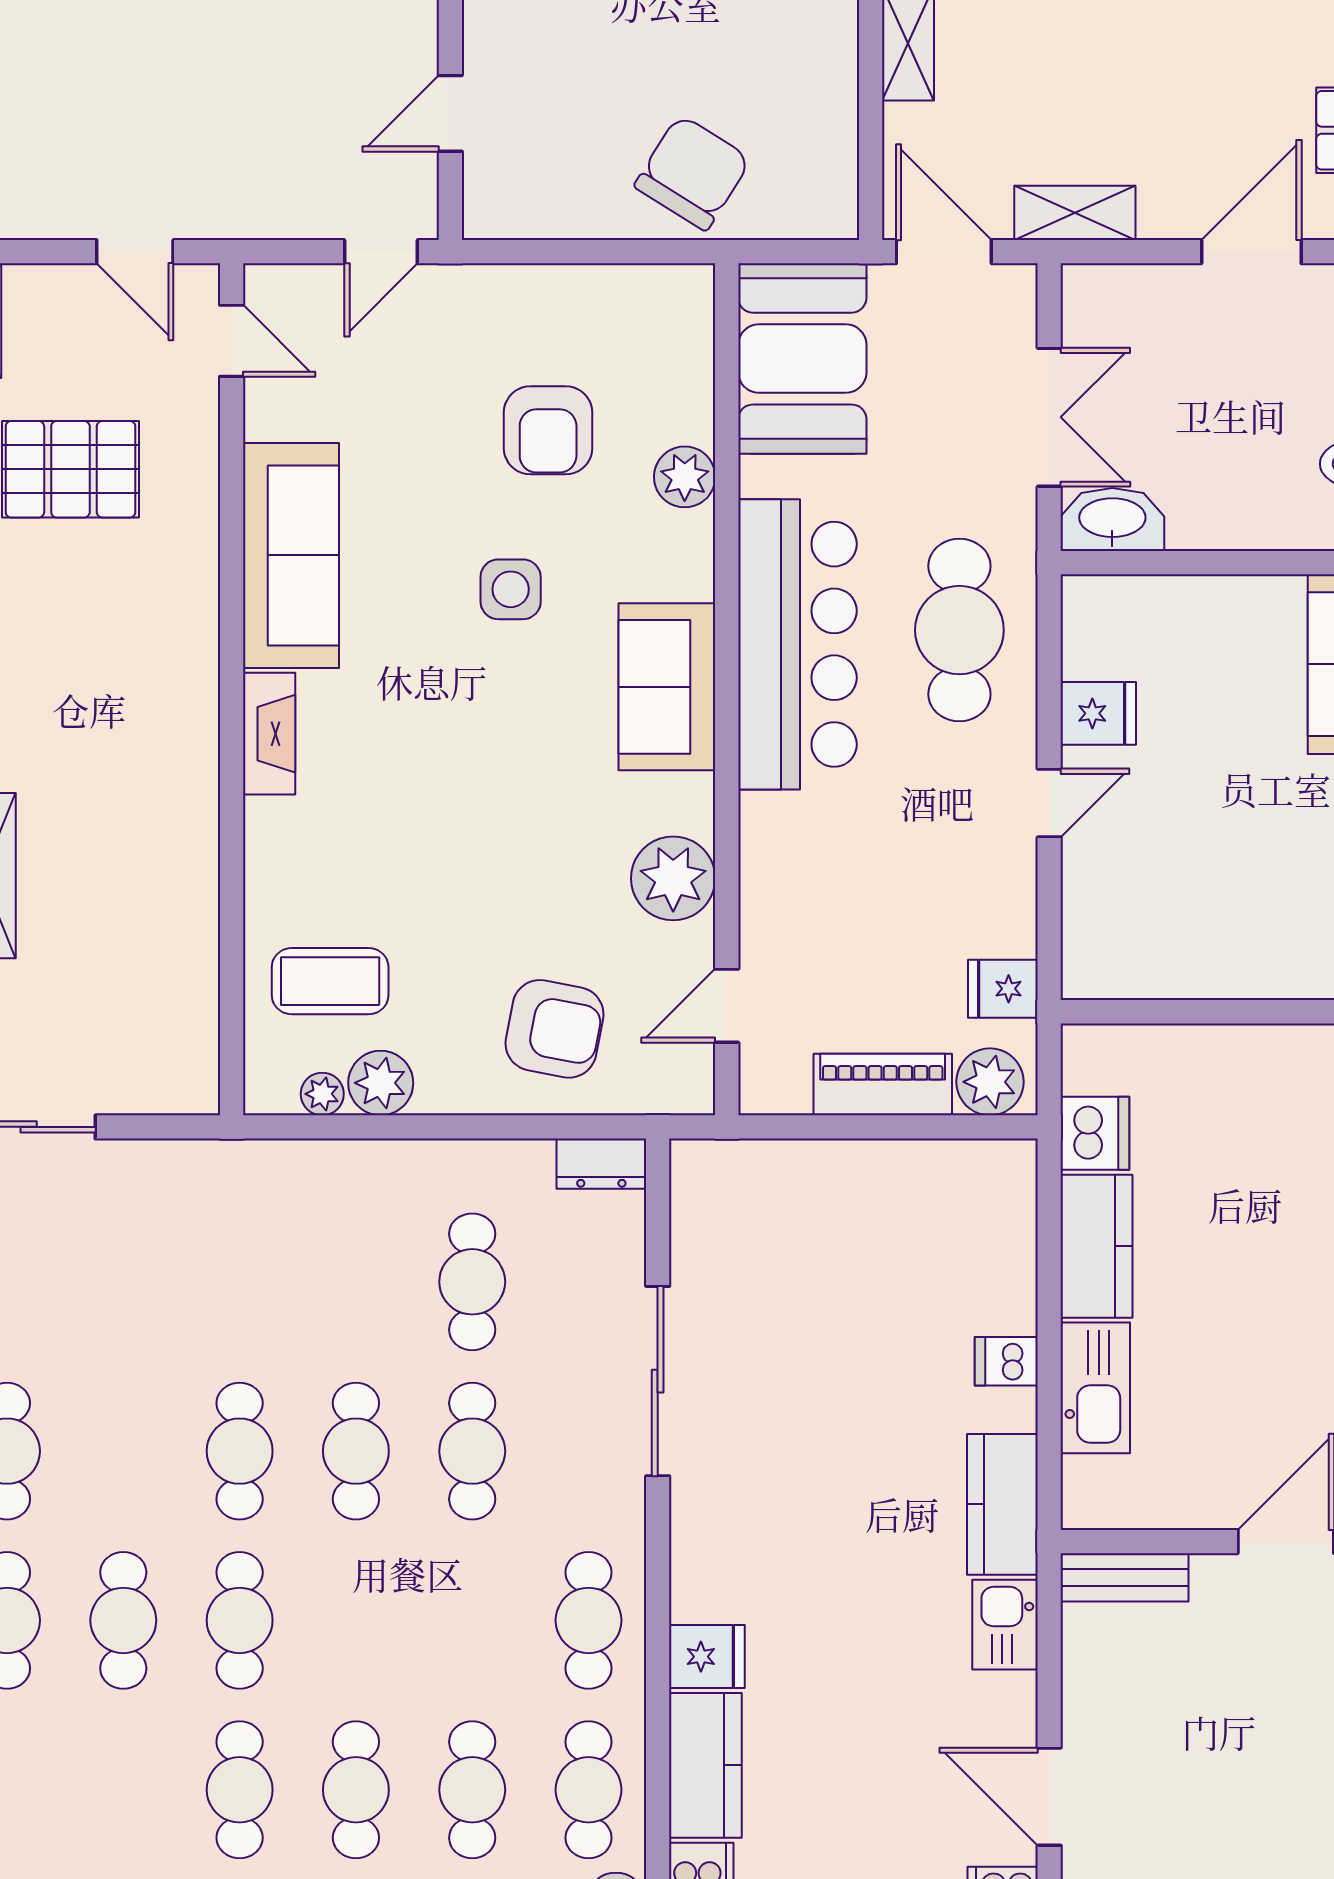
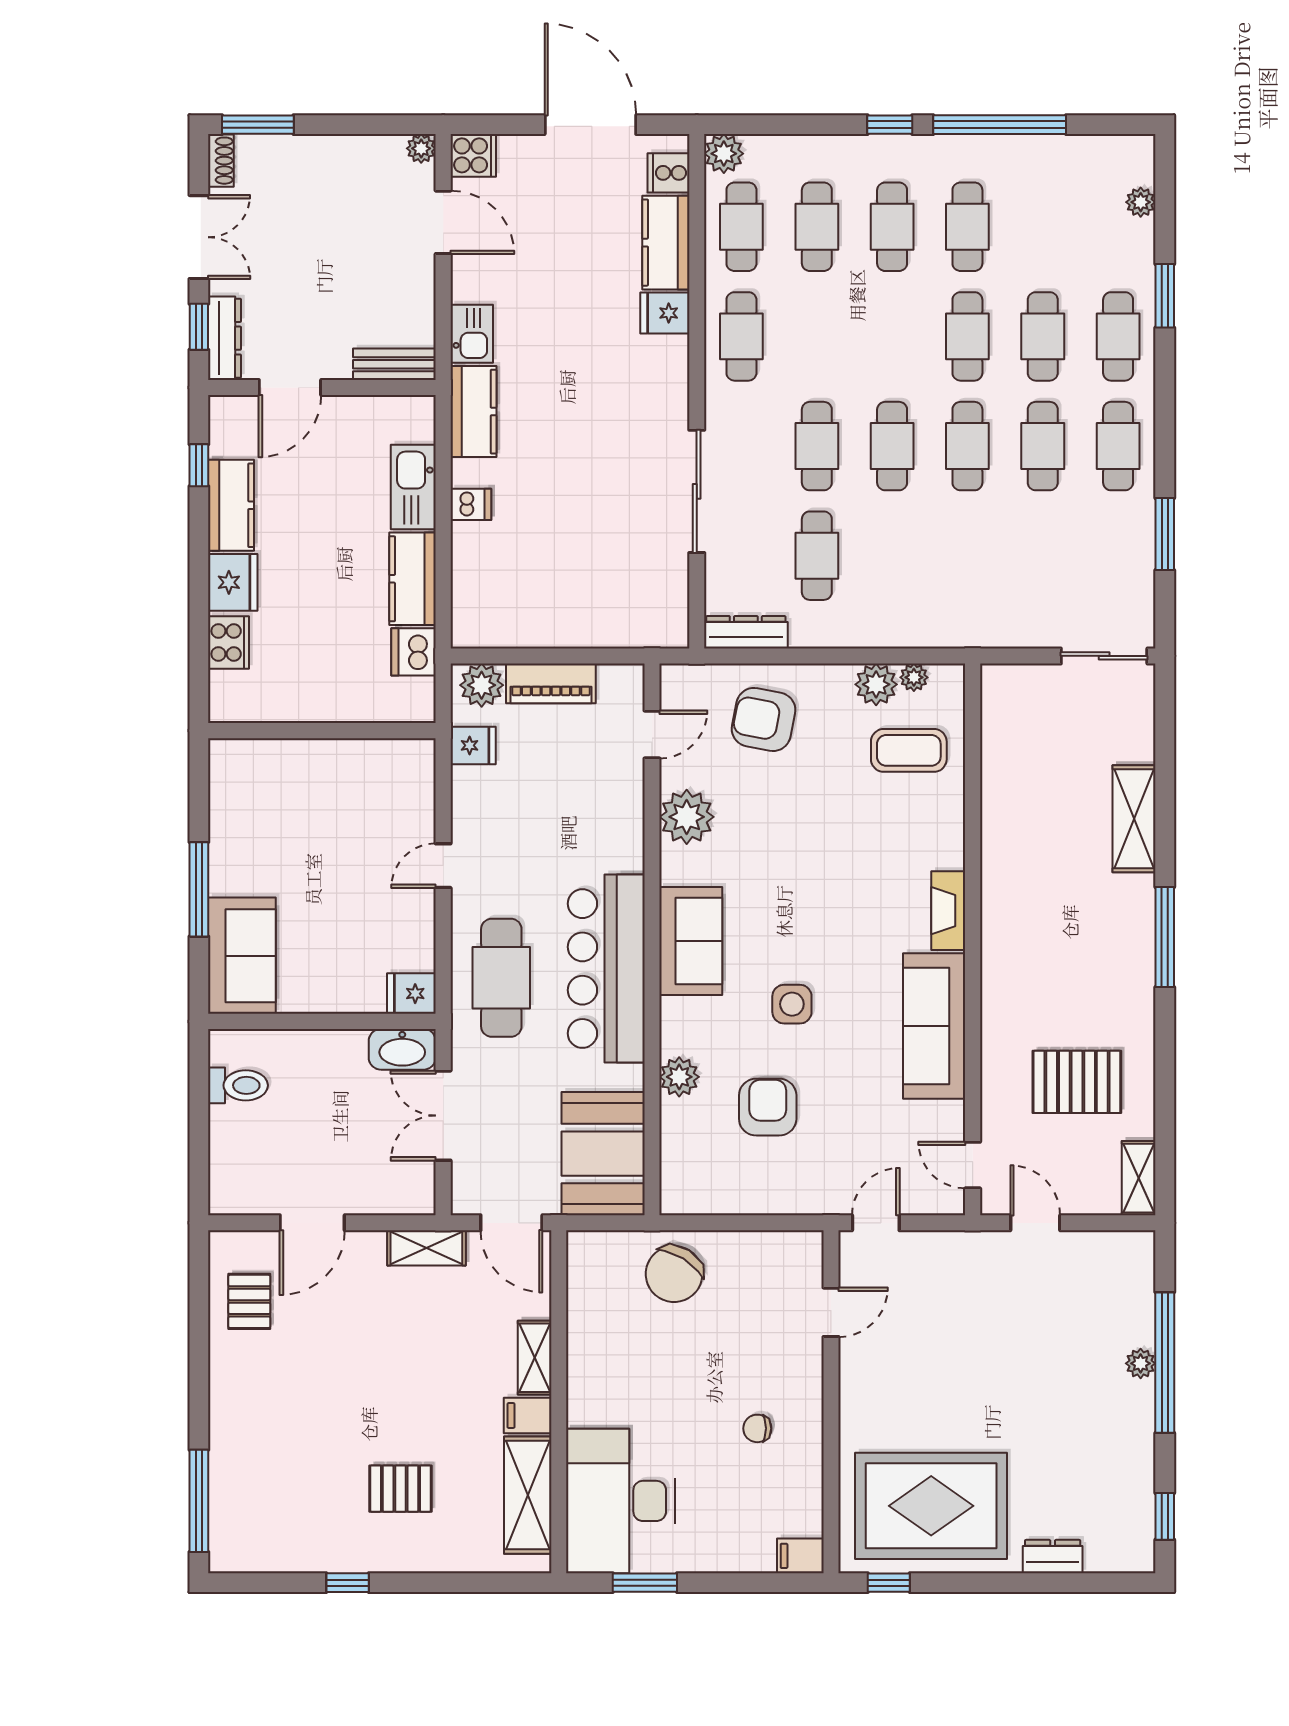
fridge: (1098, 713) -> (411, 994), moved
dresser: (601, 1164) -> (746, 632), width x1.44
cafe table: (123, 1451) -> (1043, 446), added

